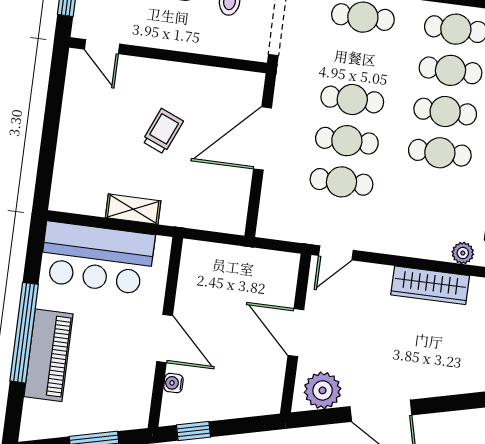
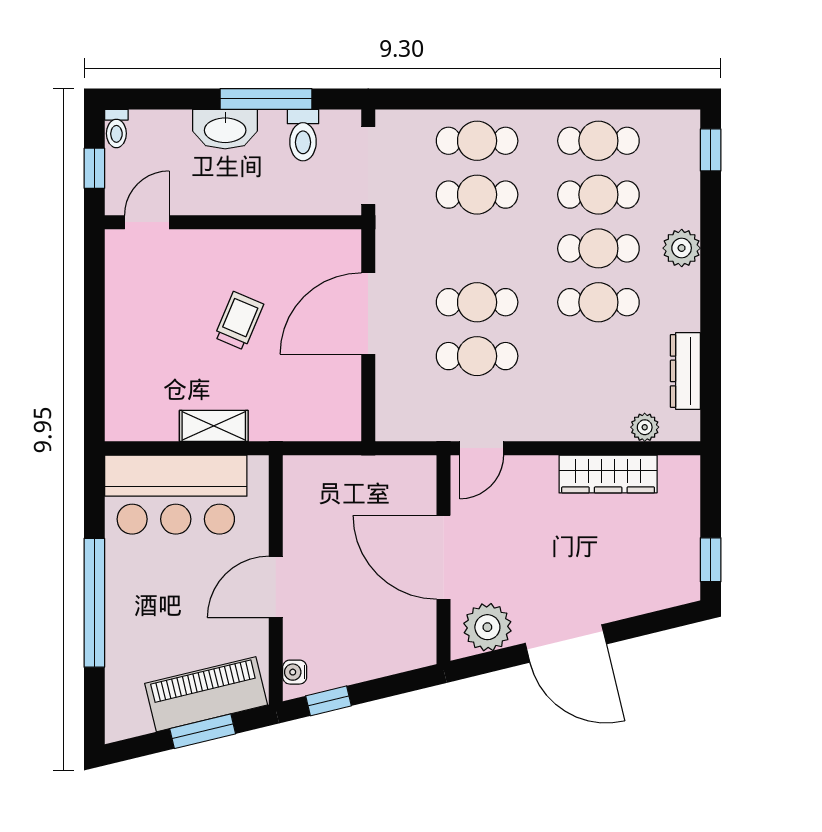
door: (102, 47) -> (147, 222), swing flipped
cafe table: (352, 99) -> (477, 195), moved
door: (296, 333) -> (444, 557), width x1.36
door: (165, 339) -> (276, 587), swing flipped
piano: (49, 355) -> (206, 694), moved, turned -104
water cooler: (173, 383) -> (295, 672), moved

